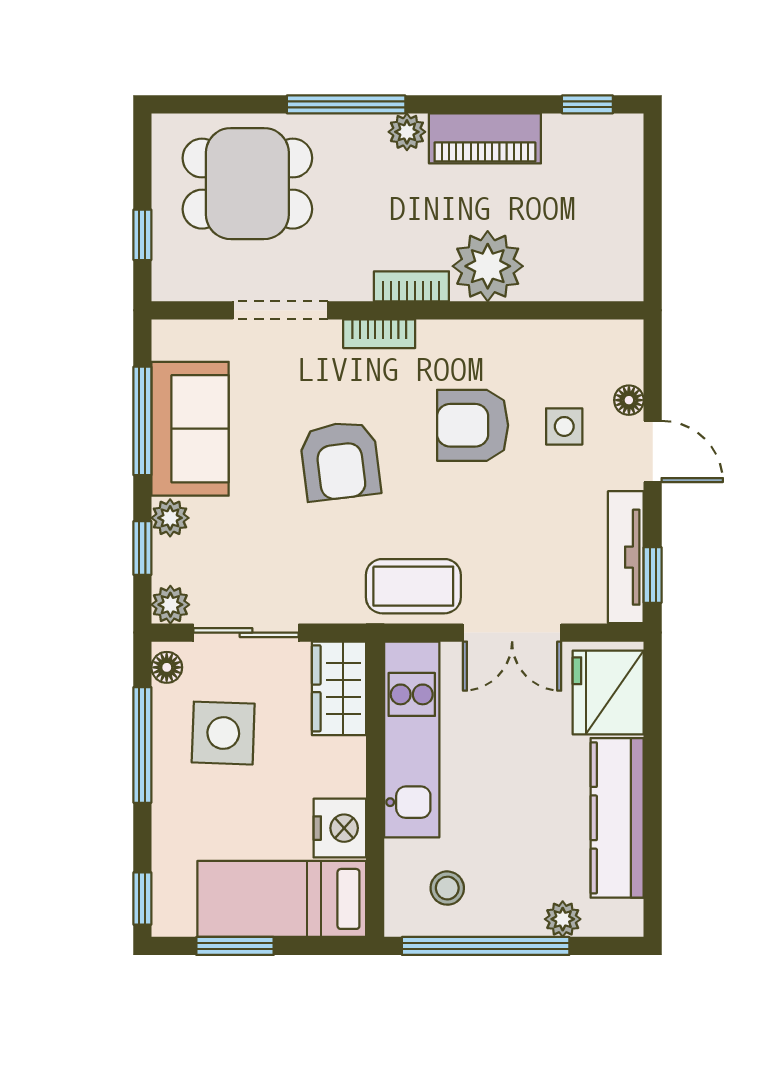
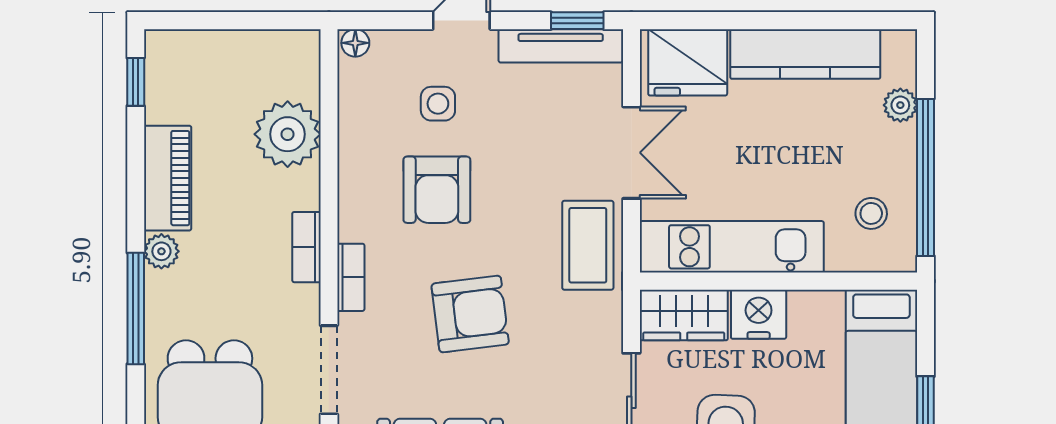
plant: (488, 266) -> (288, 134), moved
floor lamp: (629, 400) -> (355, 43), moved
nightstand: (340, 828) -> (759, 314), moved

